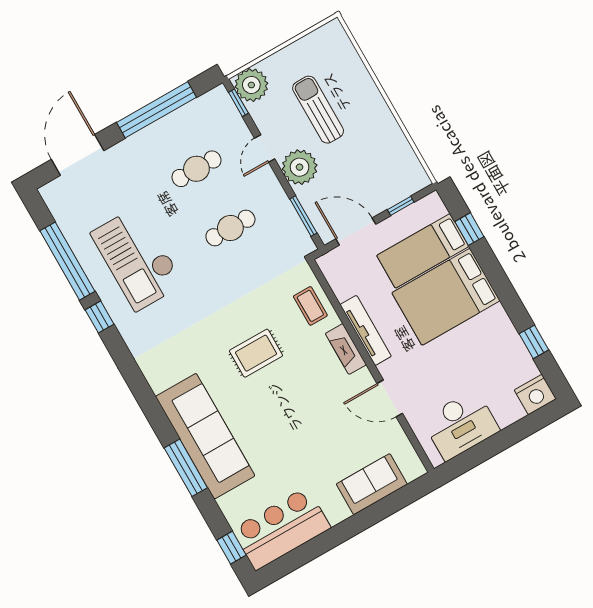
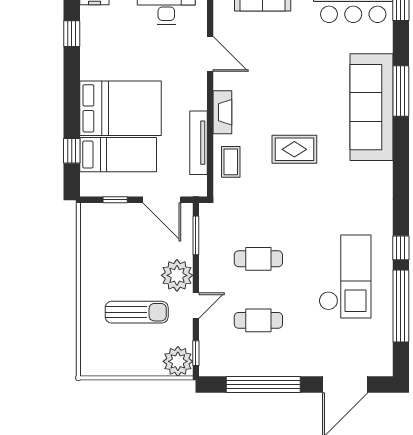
sun lounger: (318, 110) -> (137, 312), turned -90
tv unit: (366, 330) -> (198, 143), moved

